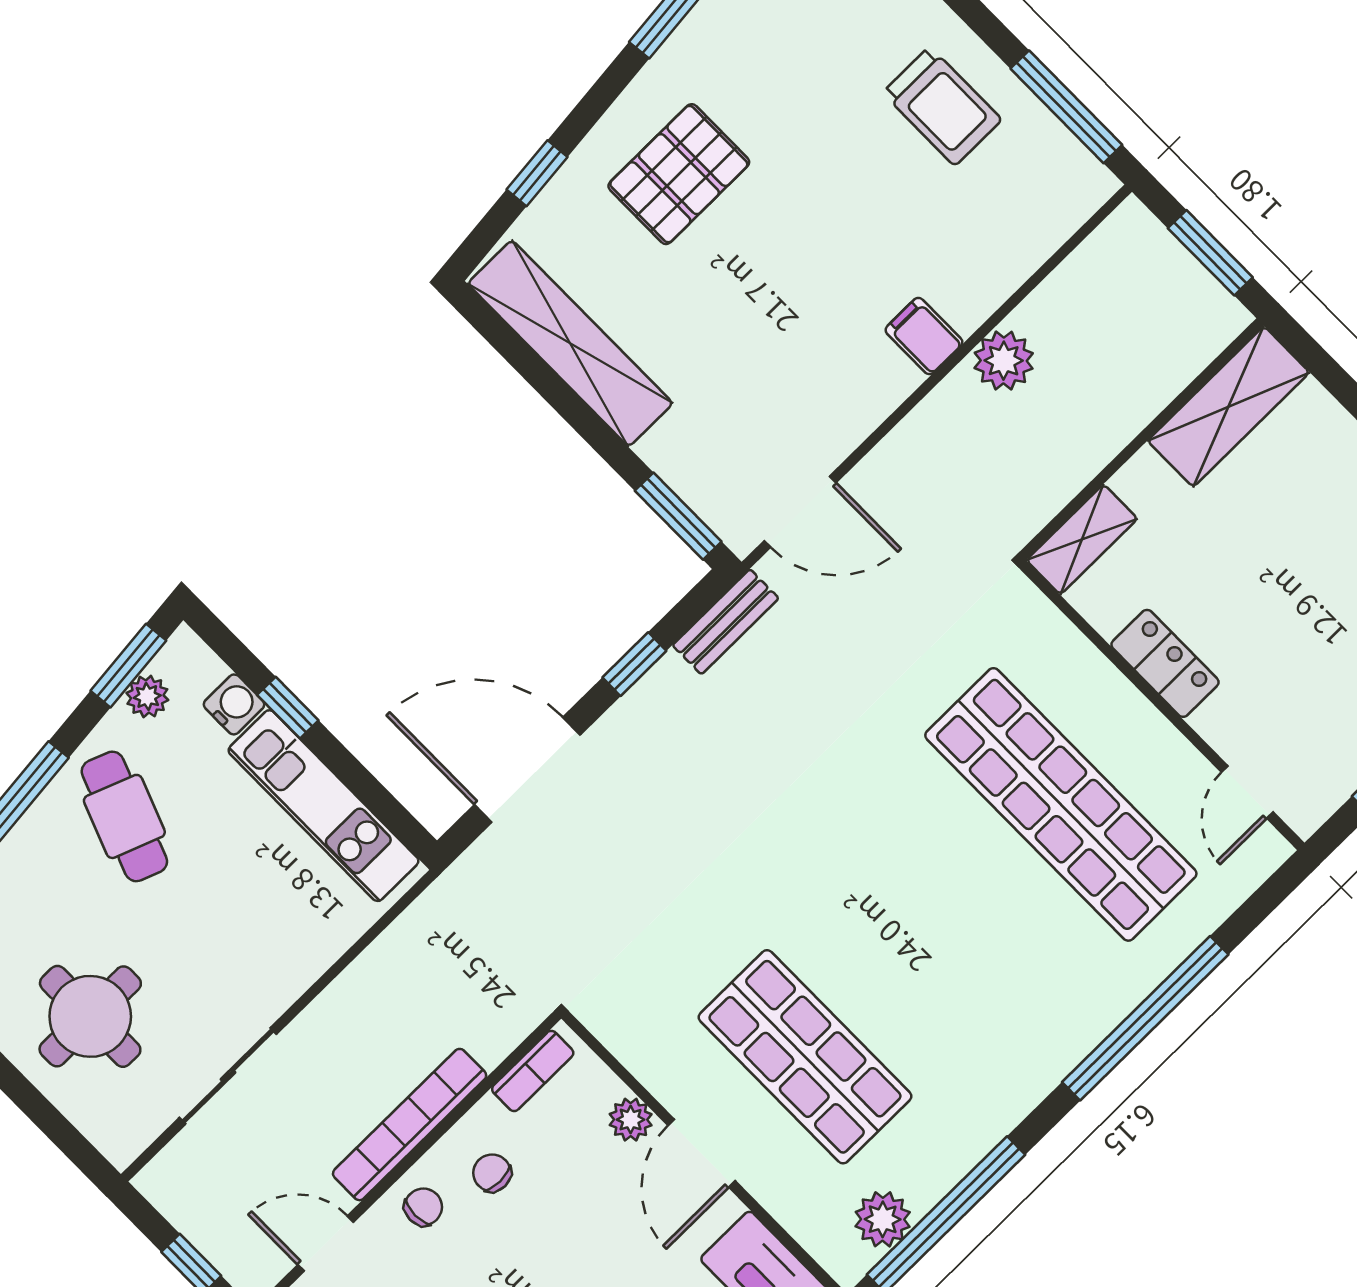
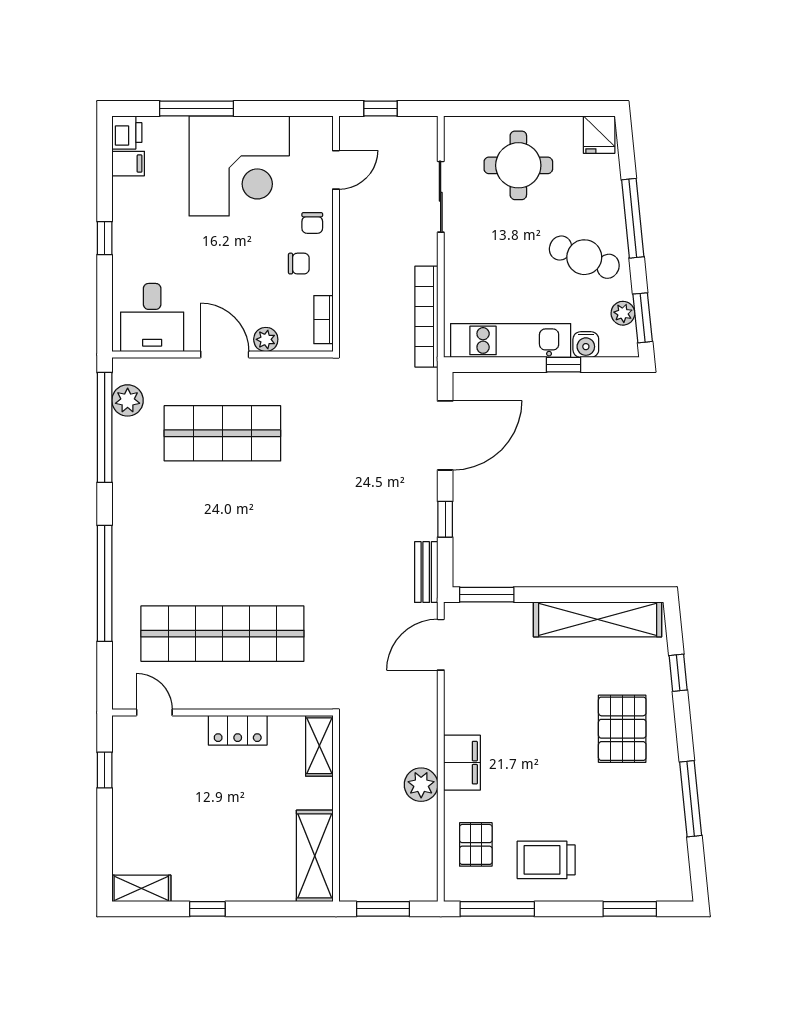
pallet: (1011, 215) -> (476, 844), added
filing cabinet: (924, 336) -> (462, 763), width x2.00
bookcase: (410, 1125) -> (426, 317), moved, turned 180

